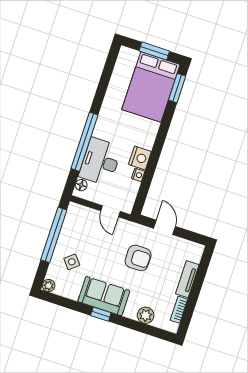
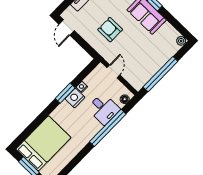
window: (177, 88) -> (65, 93), moved
desk: (100, 162) -> (104, 109), width x0.73
door: (164, 227) -> (67, 27), moved
side table: (72, 262) -> (157, 49), removed

